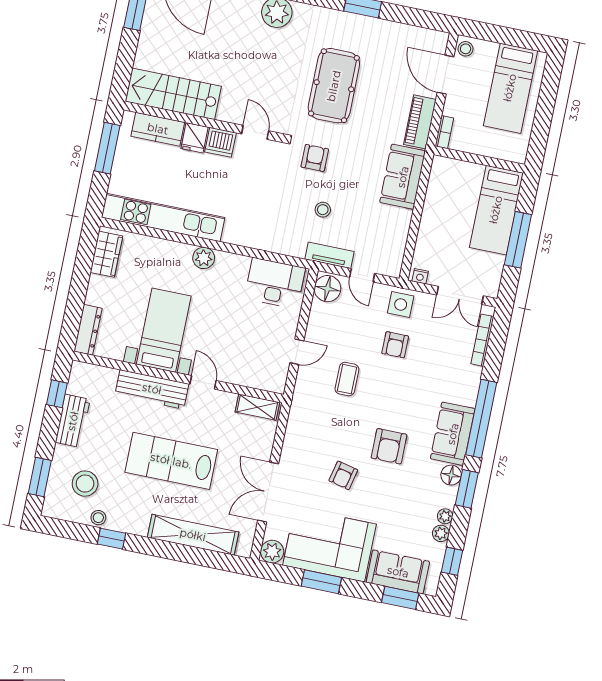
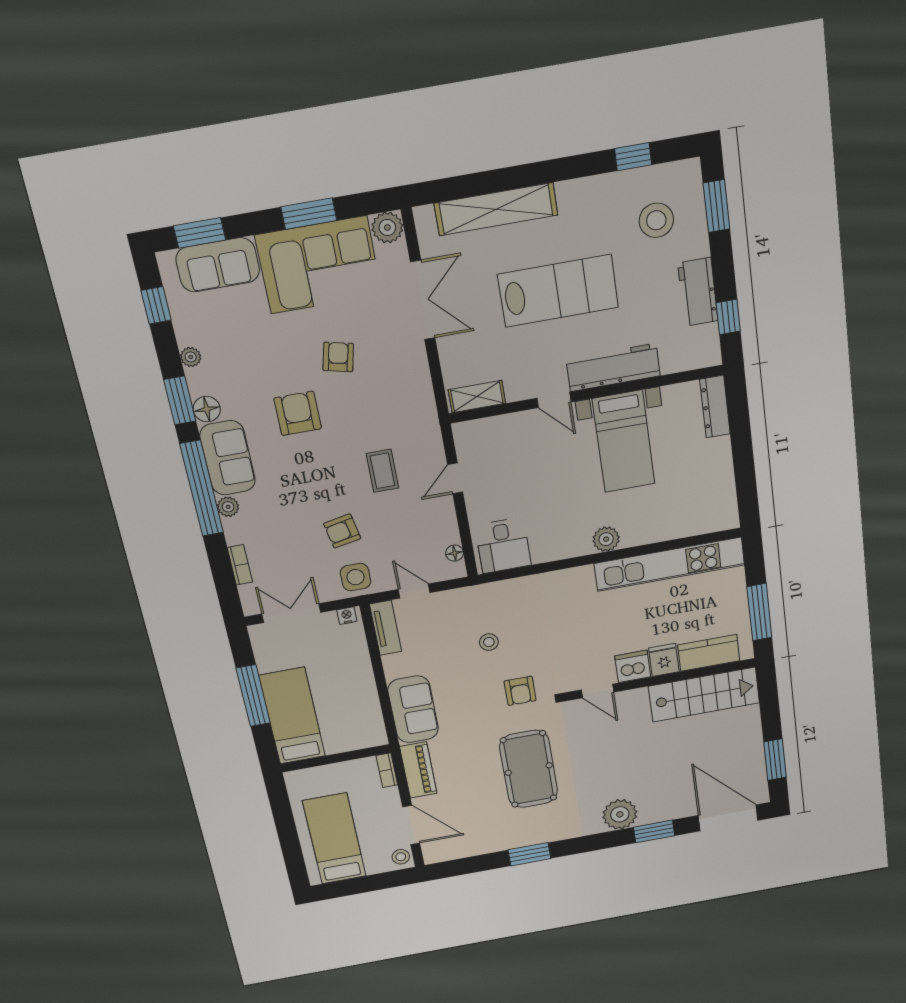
wardrobe: (106, 254) -> (722, 500), removed
tv unit: (330, 255) -> (386, 628), moved, turned -90
desk: (275, 283) -> (503, 545), width x0.73
floor lamp: (327, 289) -> (455, 553), width x0.53, depth x0.53
bookcase: (482, 340) -> (240, 565), width x0.64
armchair: (395, 345) -> (342, 531), turned -101
stool: (98, 518) -> (625, 183), removed
plant: (441, 533) -> (228, 507), moved
window: (112, 539) -> (633, 157), moved

